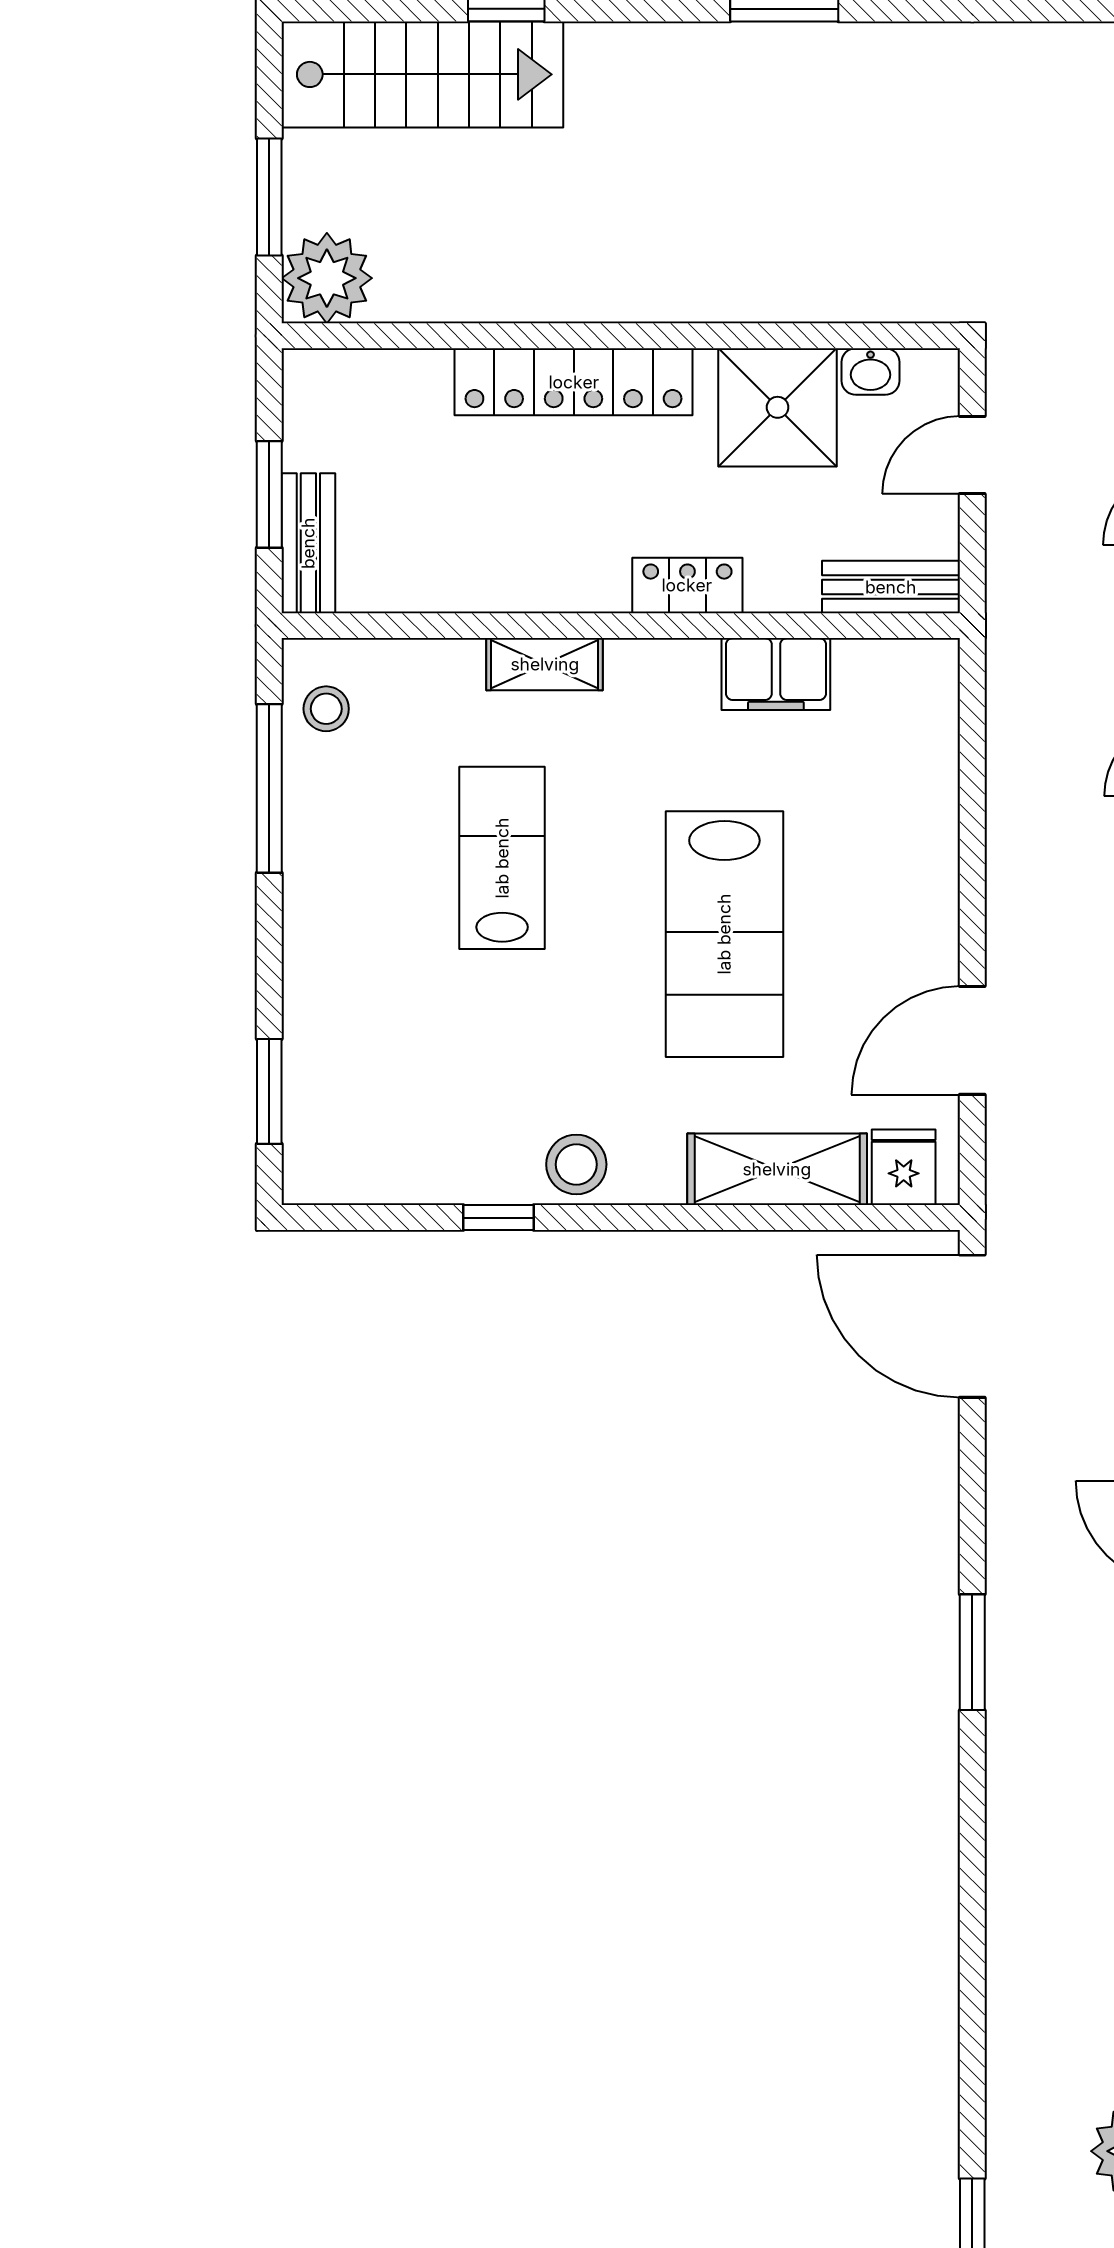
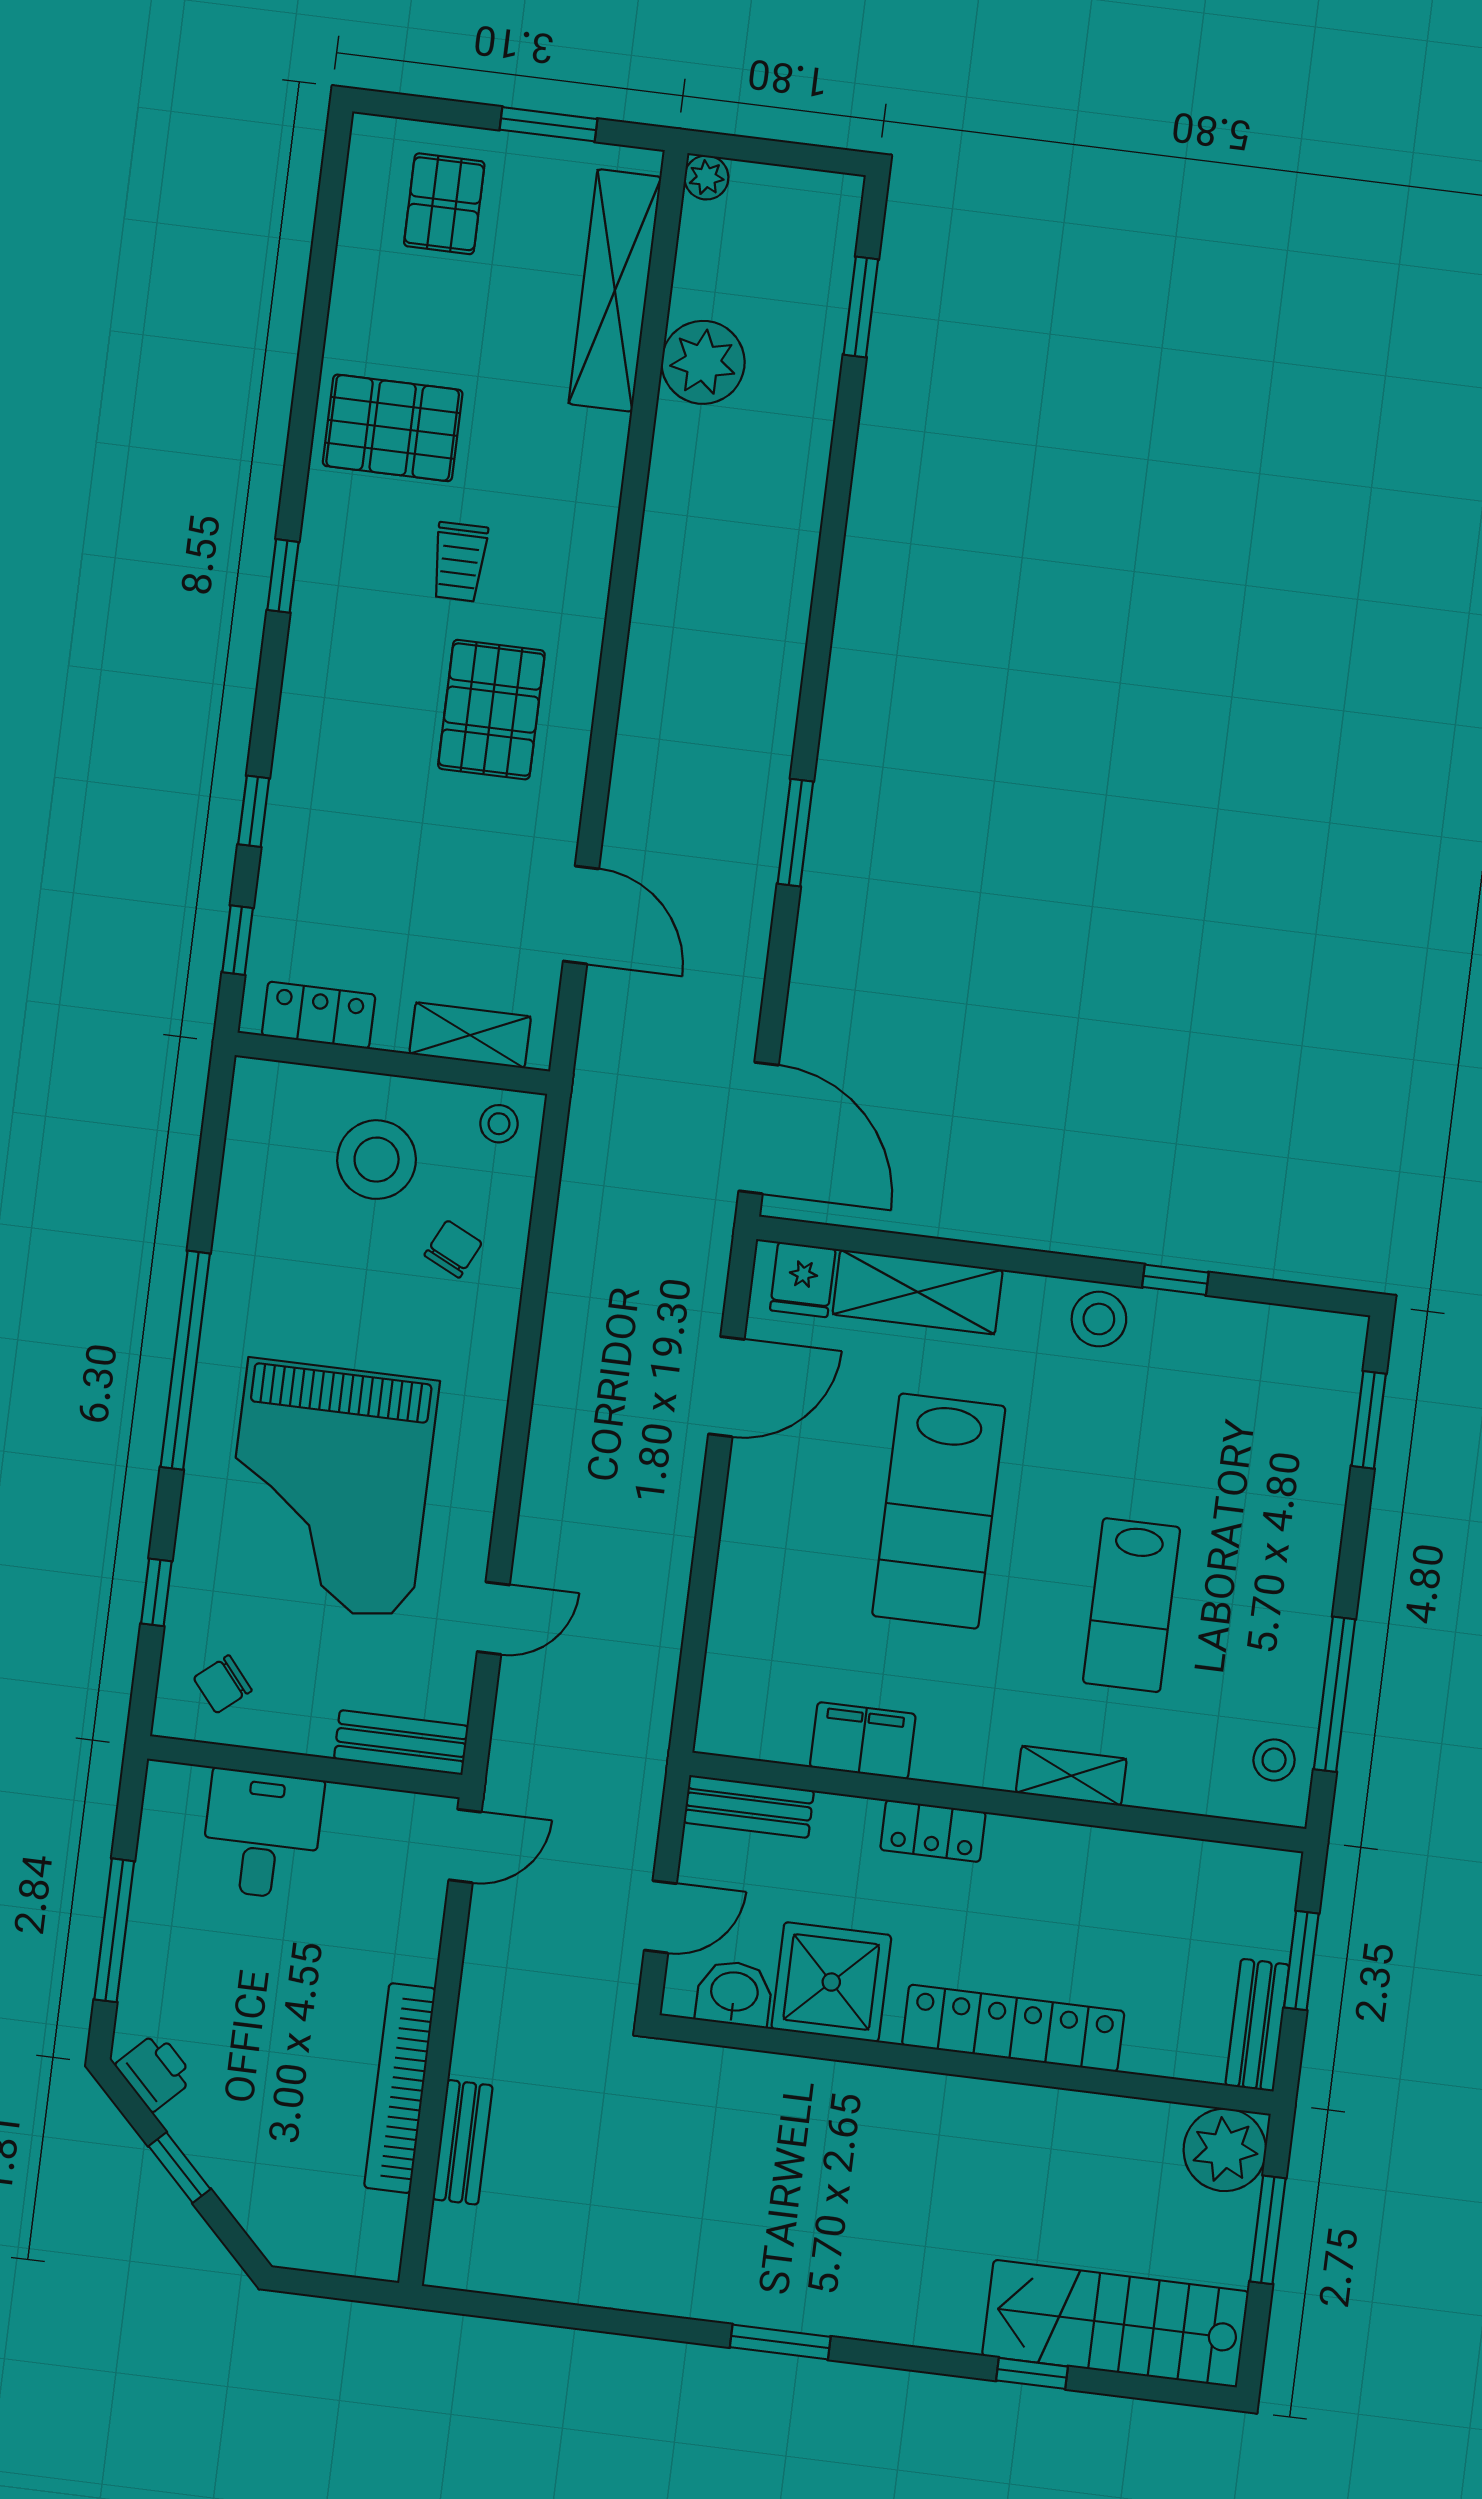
washbasin: (871, 371) -> (734, 1993), width x1.38, depth x1.45
bench: (308, 543) -> (1257, 2025), moved
lab bench: (724, 934) -> (939, 1511), turned 180

